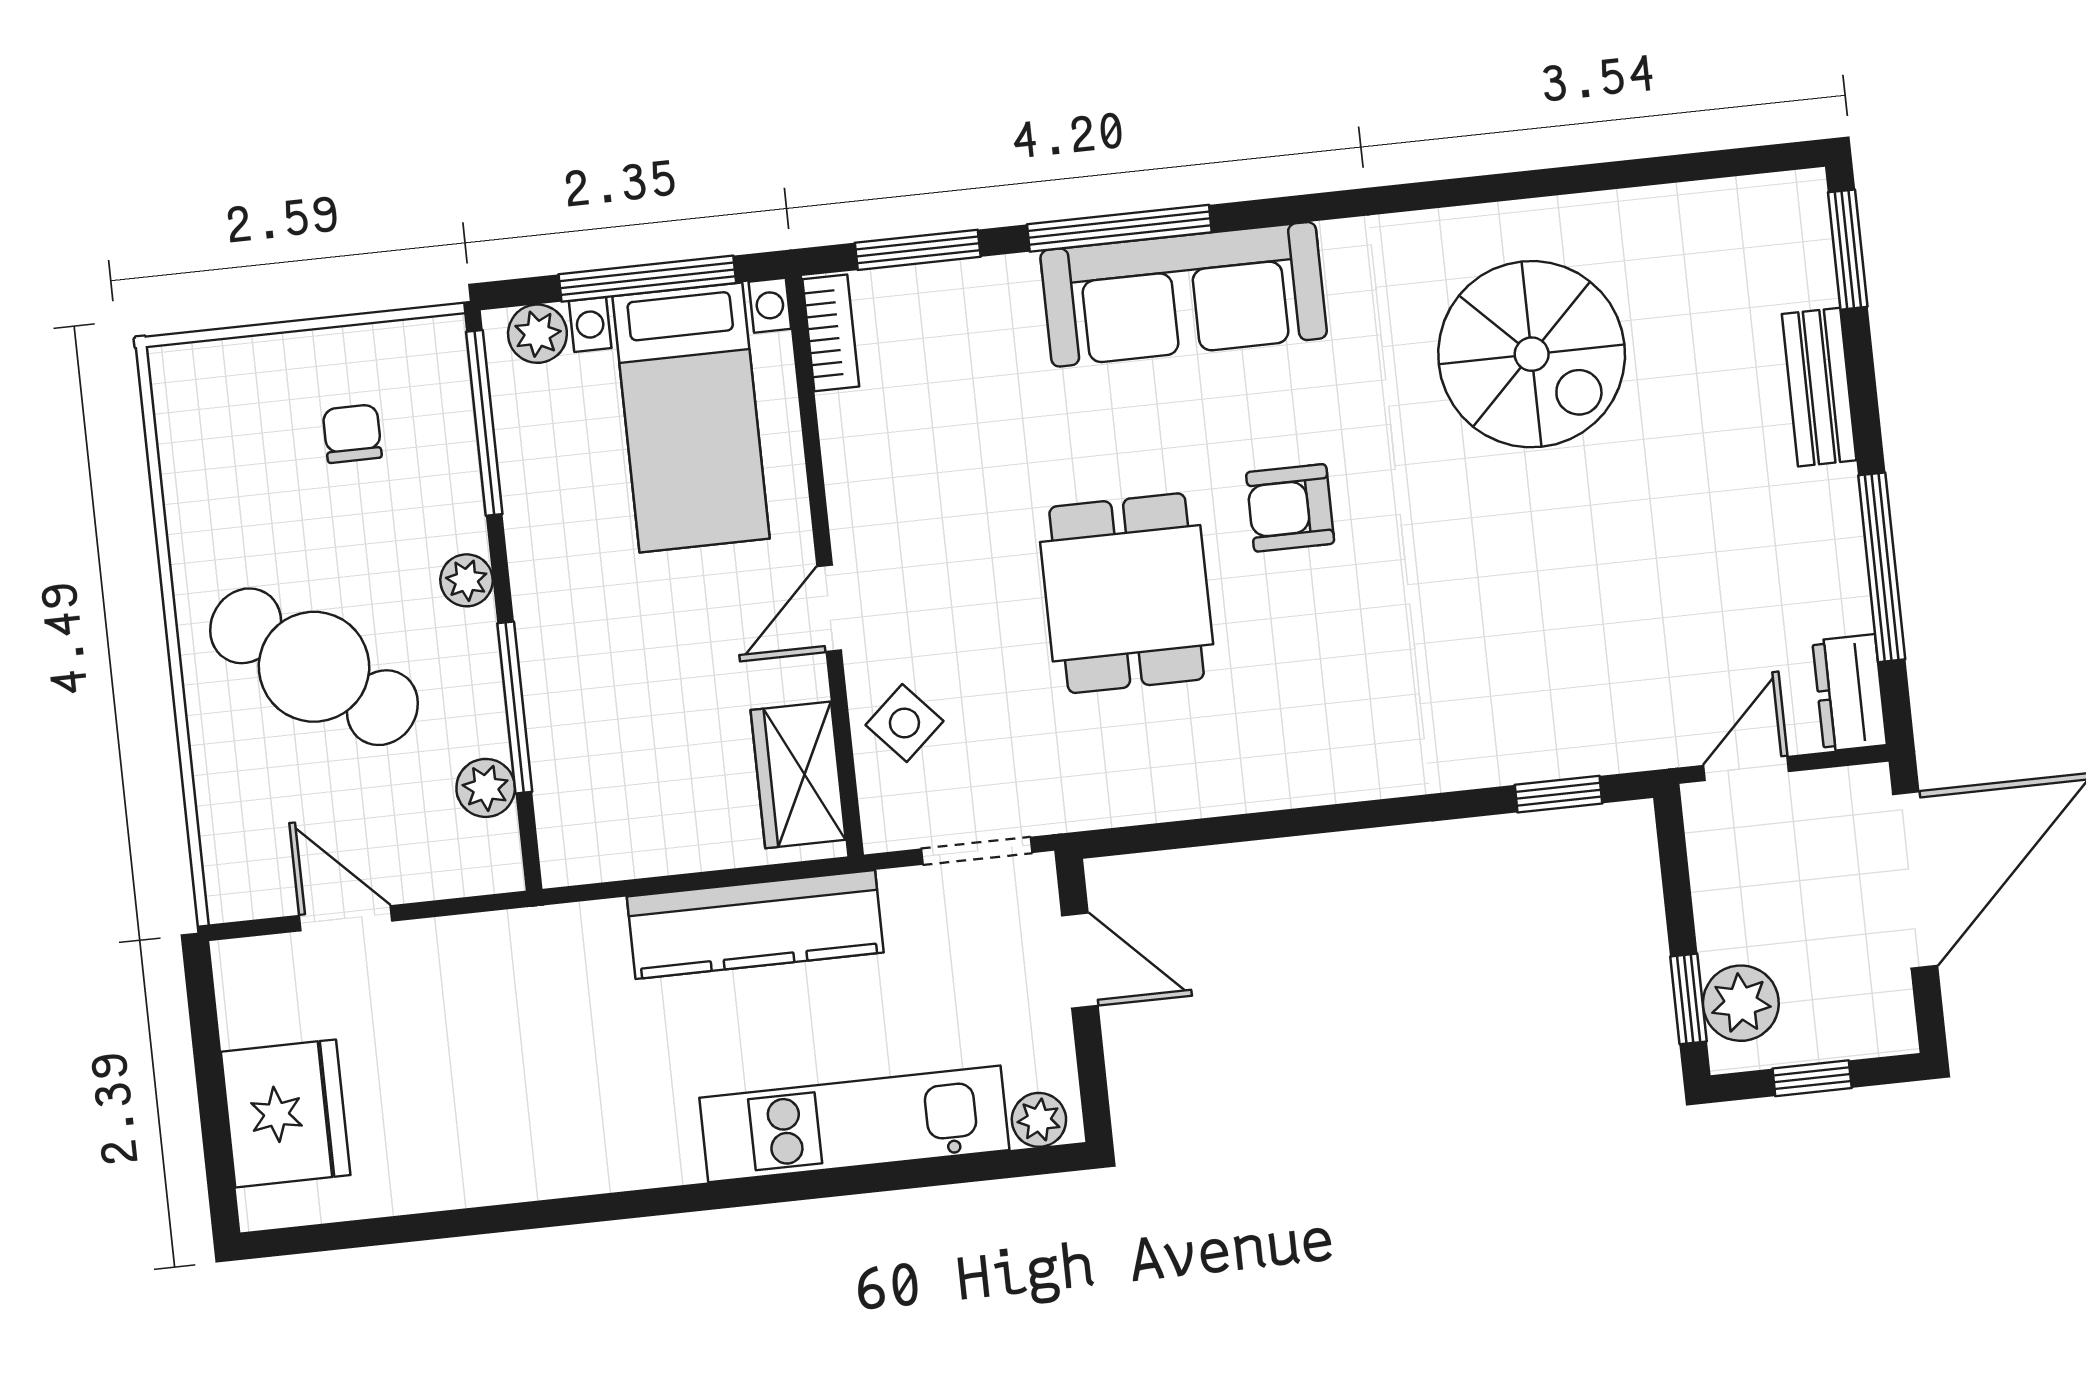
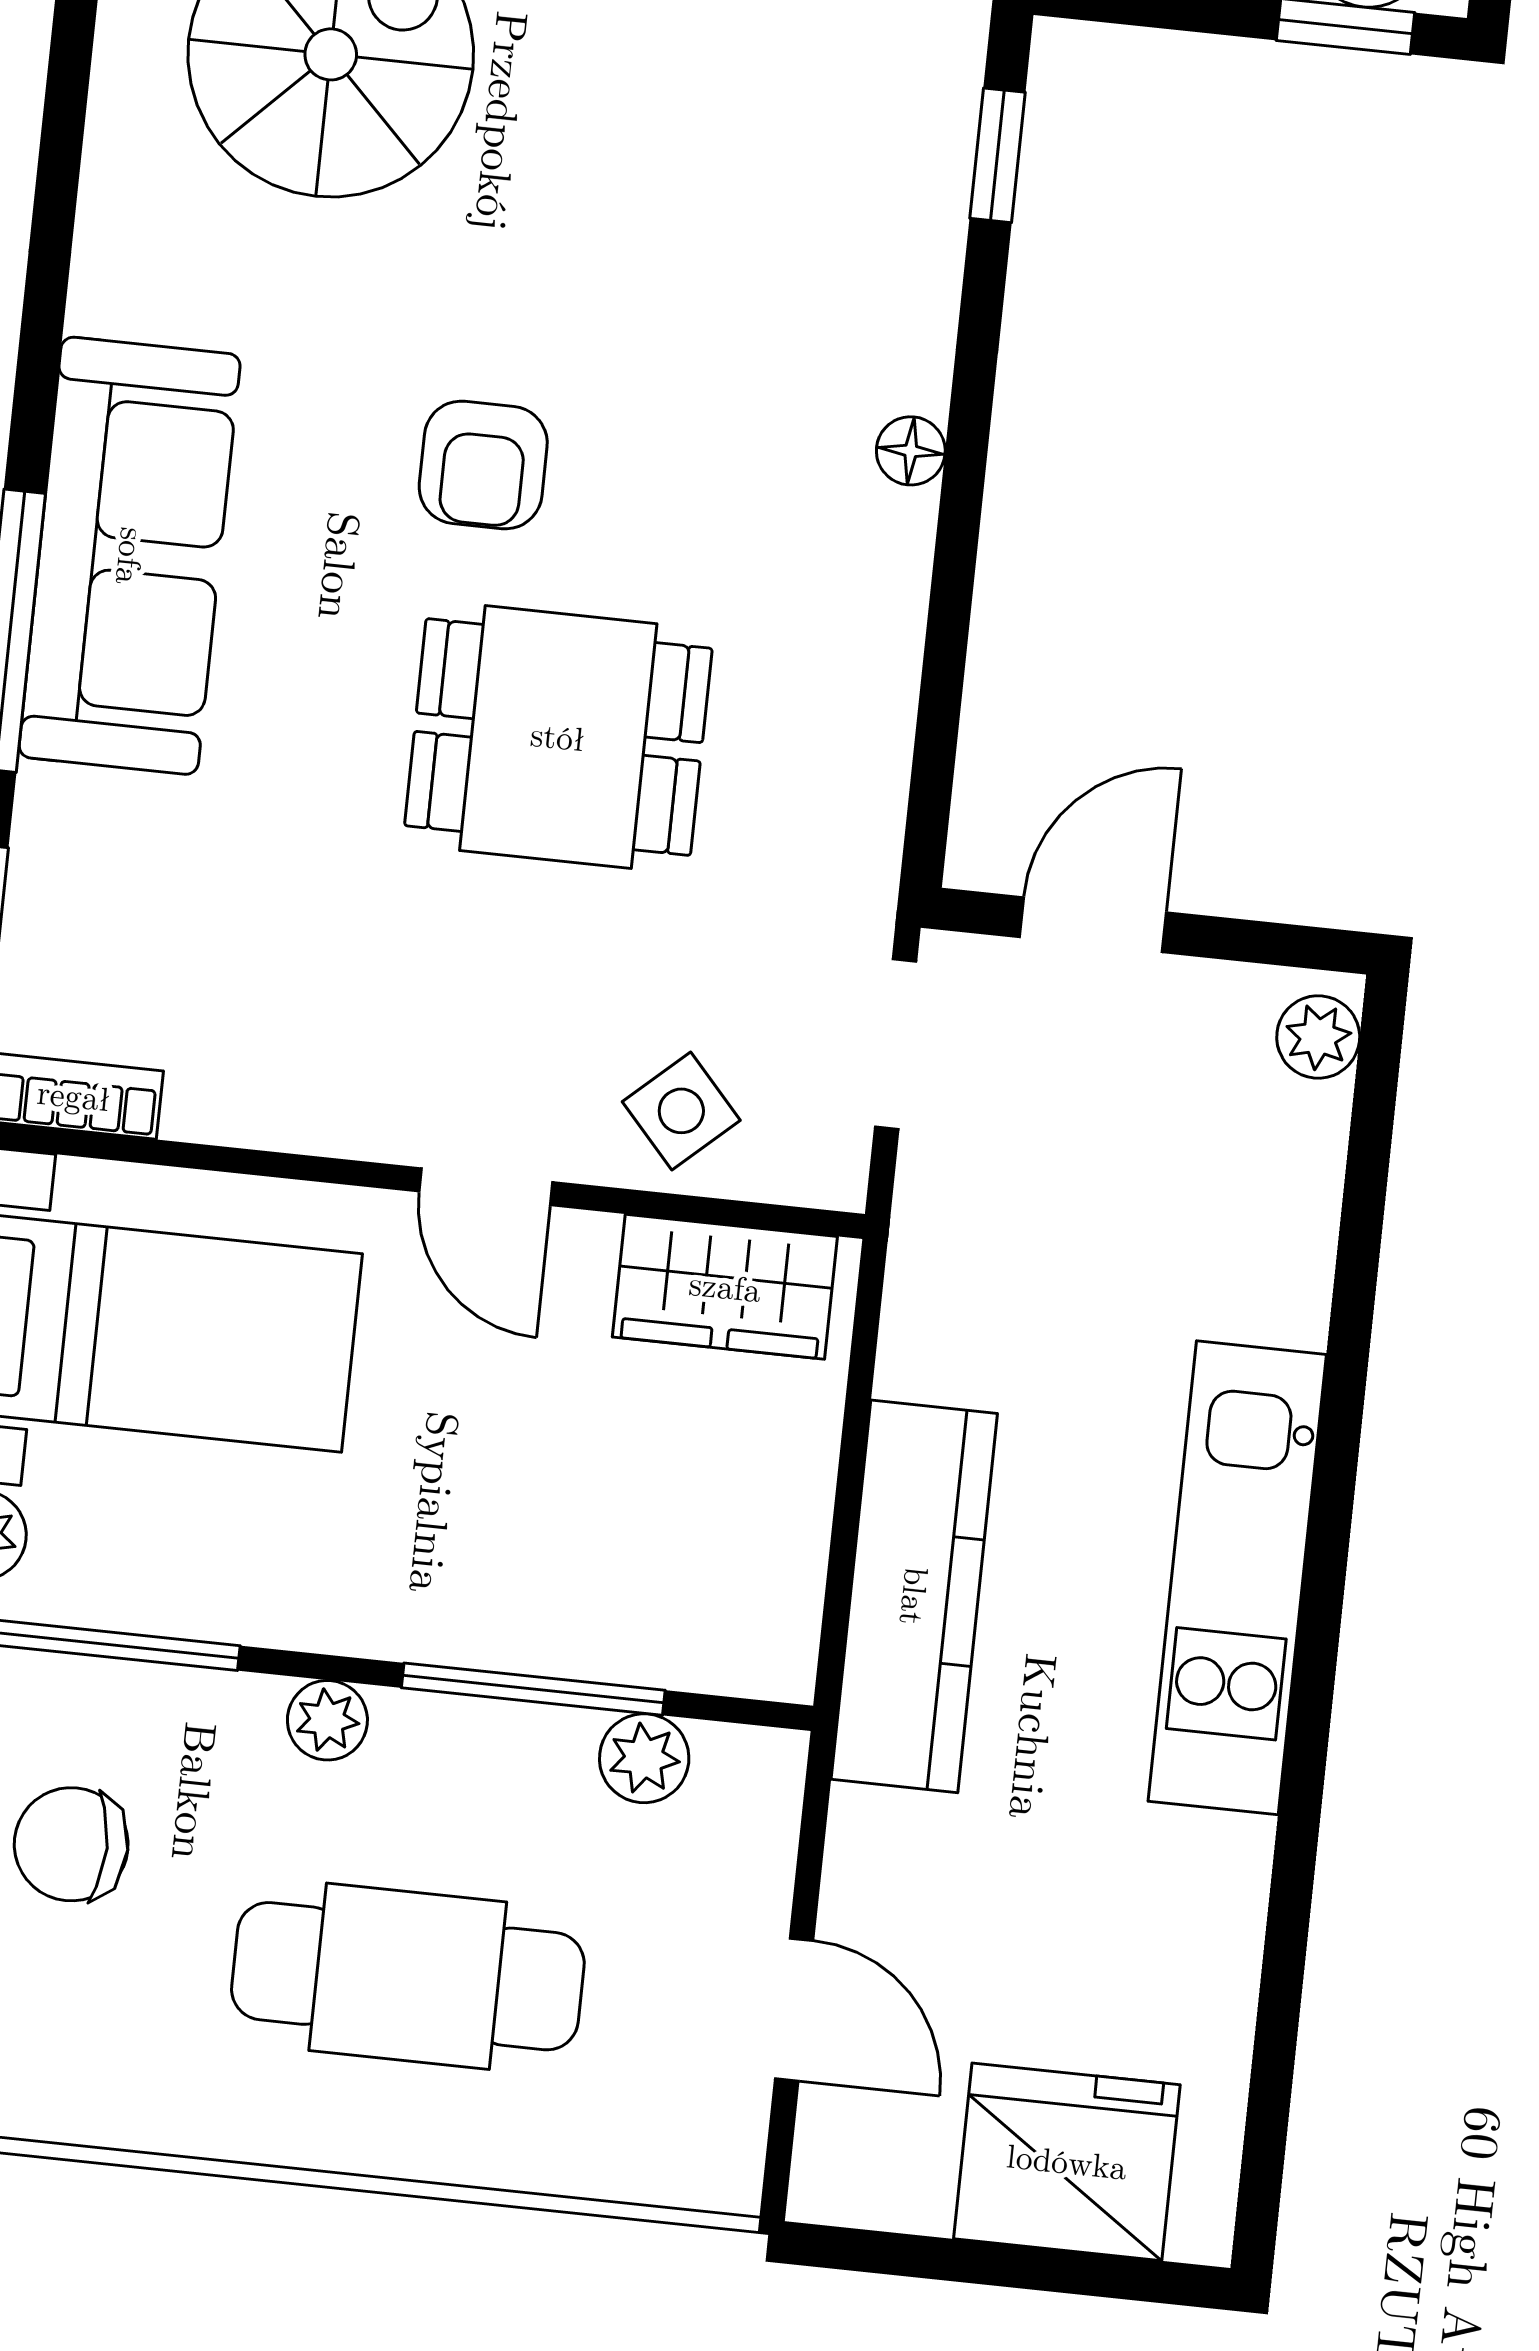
chair: (352, 434) -> (71, 1844), width x1.37, depth x1.37
cafe table: (314, 667) -> (408, 1976), turned 53
floor lamp: (1358, 779) -> (911, 451), added
door: (346, 918) -> (794, 2010), swing flipped
kitchen counter: (755, 925) -> (914, 1596), moved
kitchen unit: (854, 1124) -> (1237, 1578), moved

